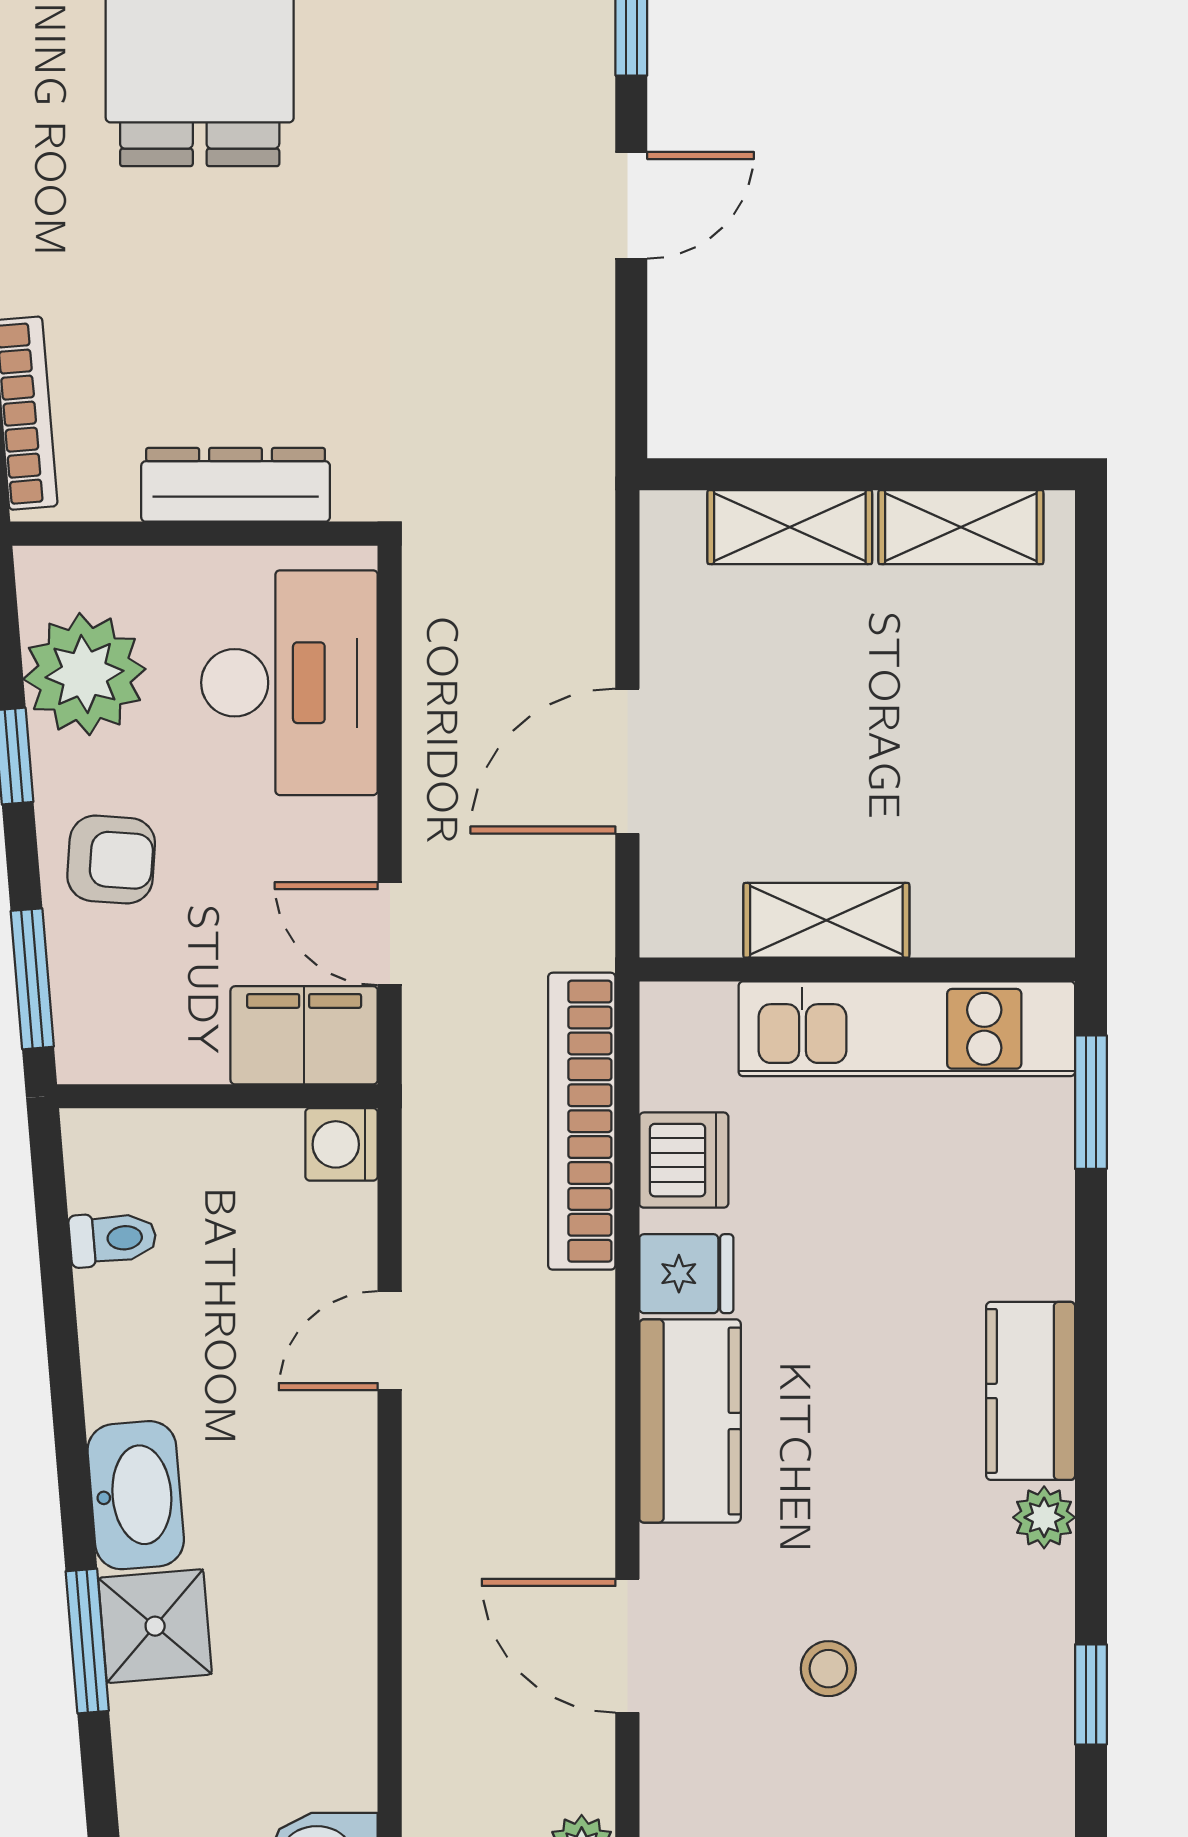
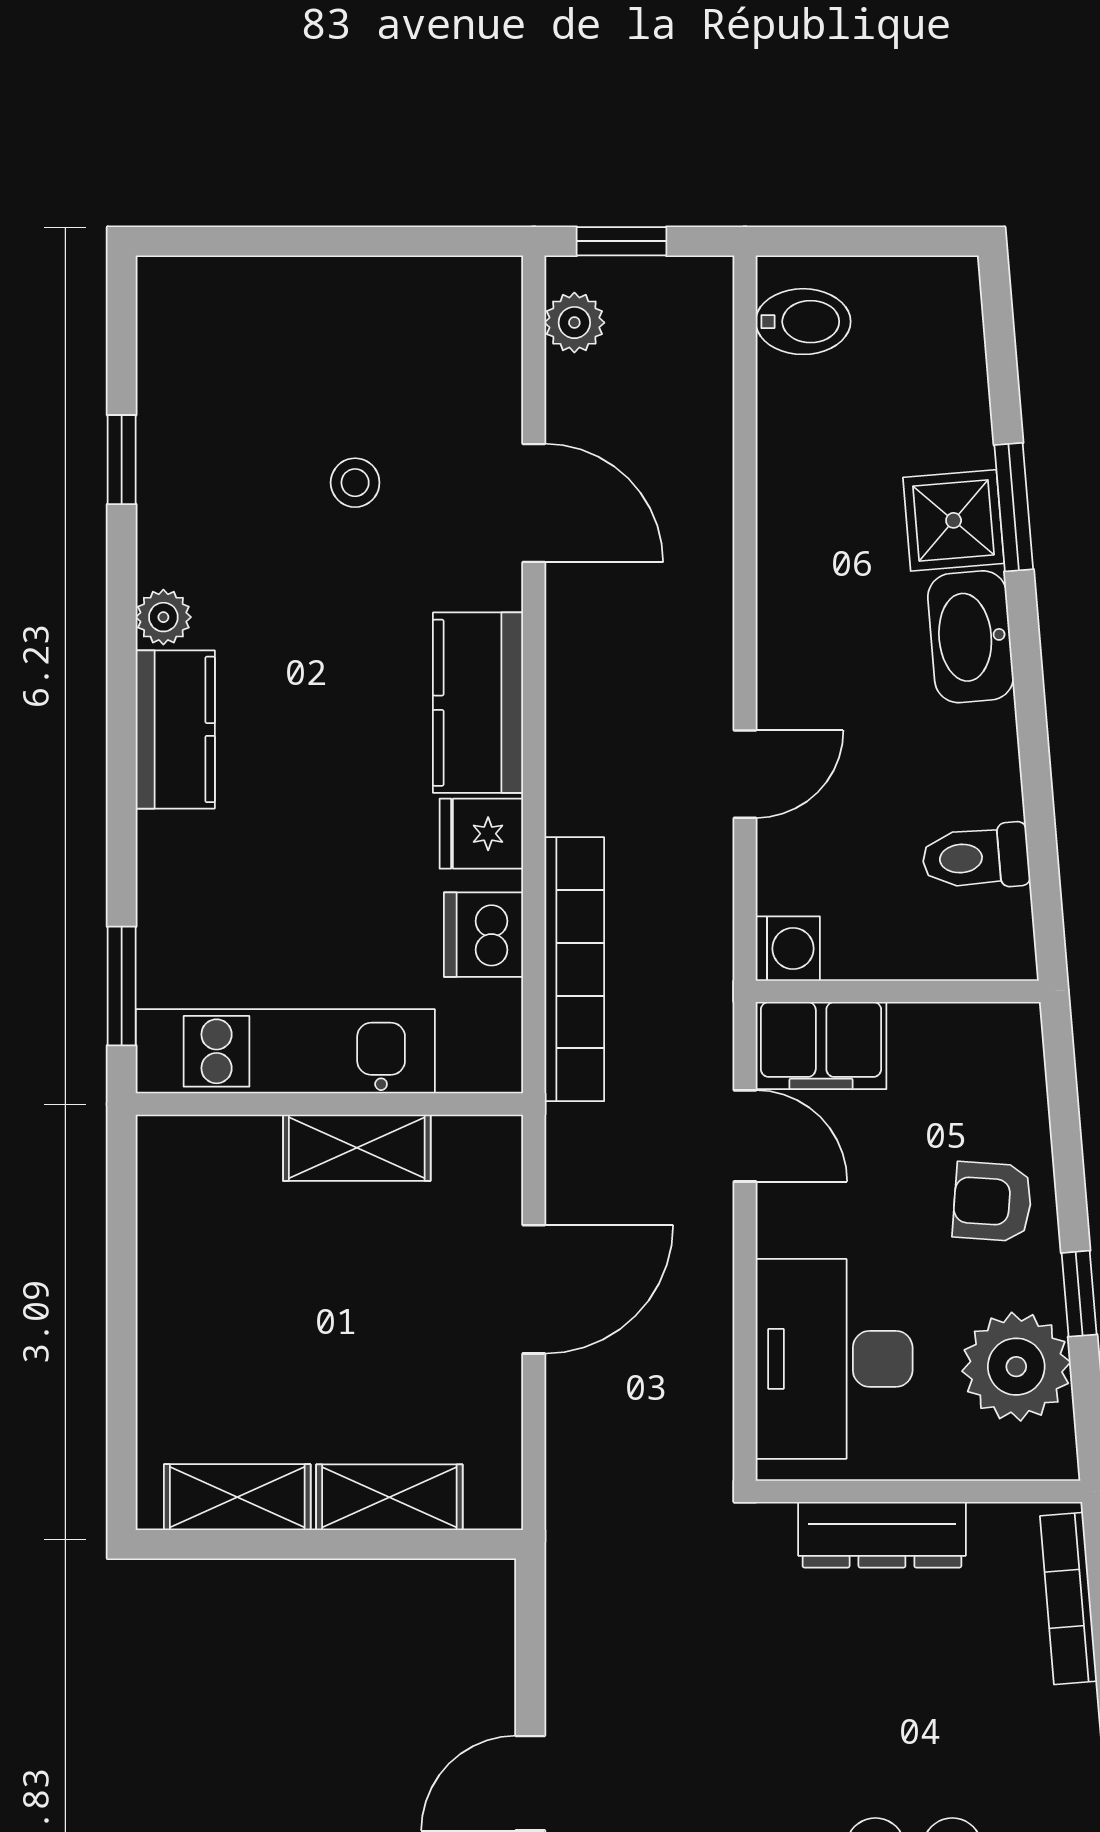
window: (32, 979) -> (1063, 1096), removed
toilet: (113, 1239) -> (976, 857), width x1.37, depth x1.39

